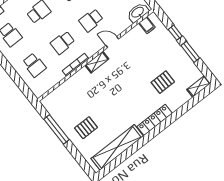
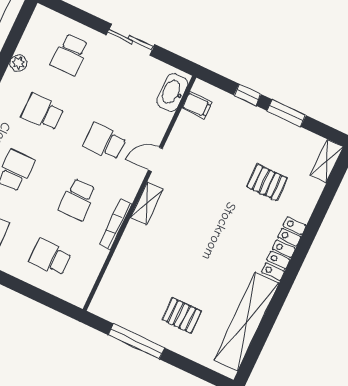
school desk: (91, 20) -> (105, 142), turned 90
school desk: (34, 65) -> (50, 257), turned 180
pallet: (163, 82) -> (267, 183), turned 90
pallet: (86, 128) -> (182, 315), turned 90

